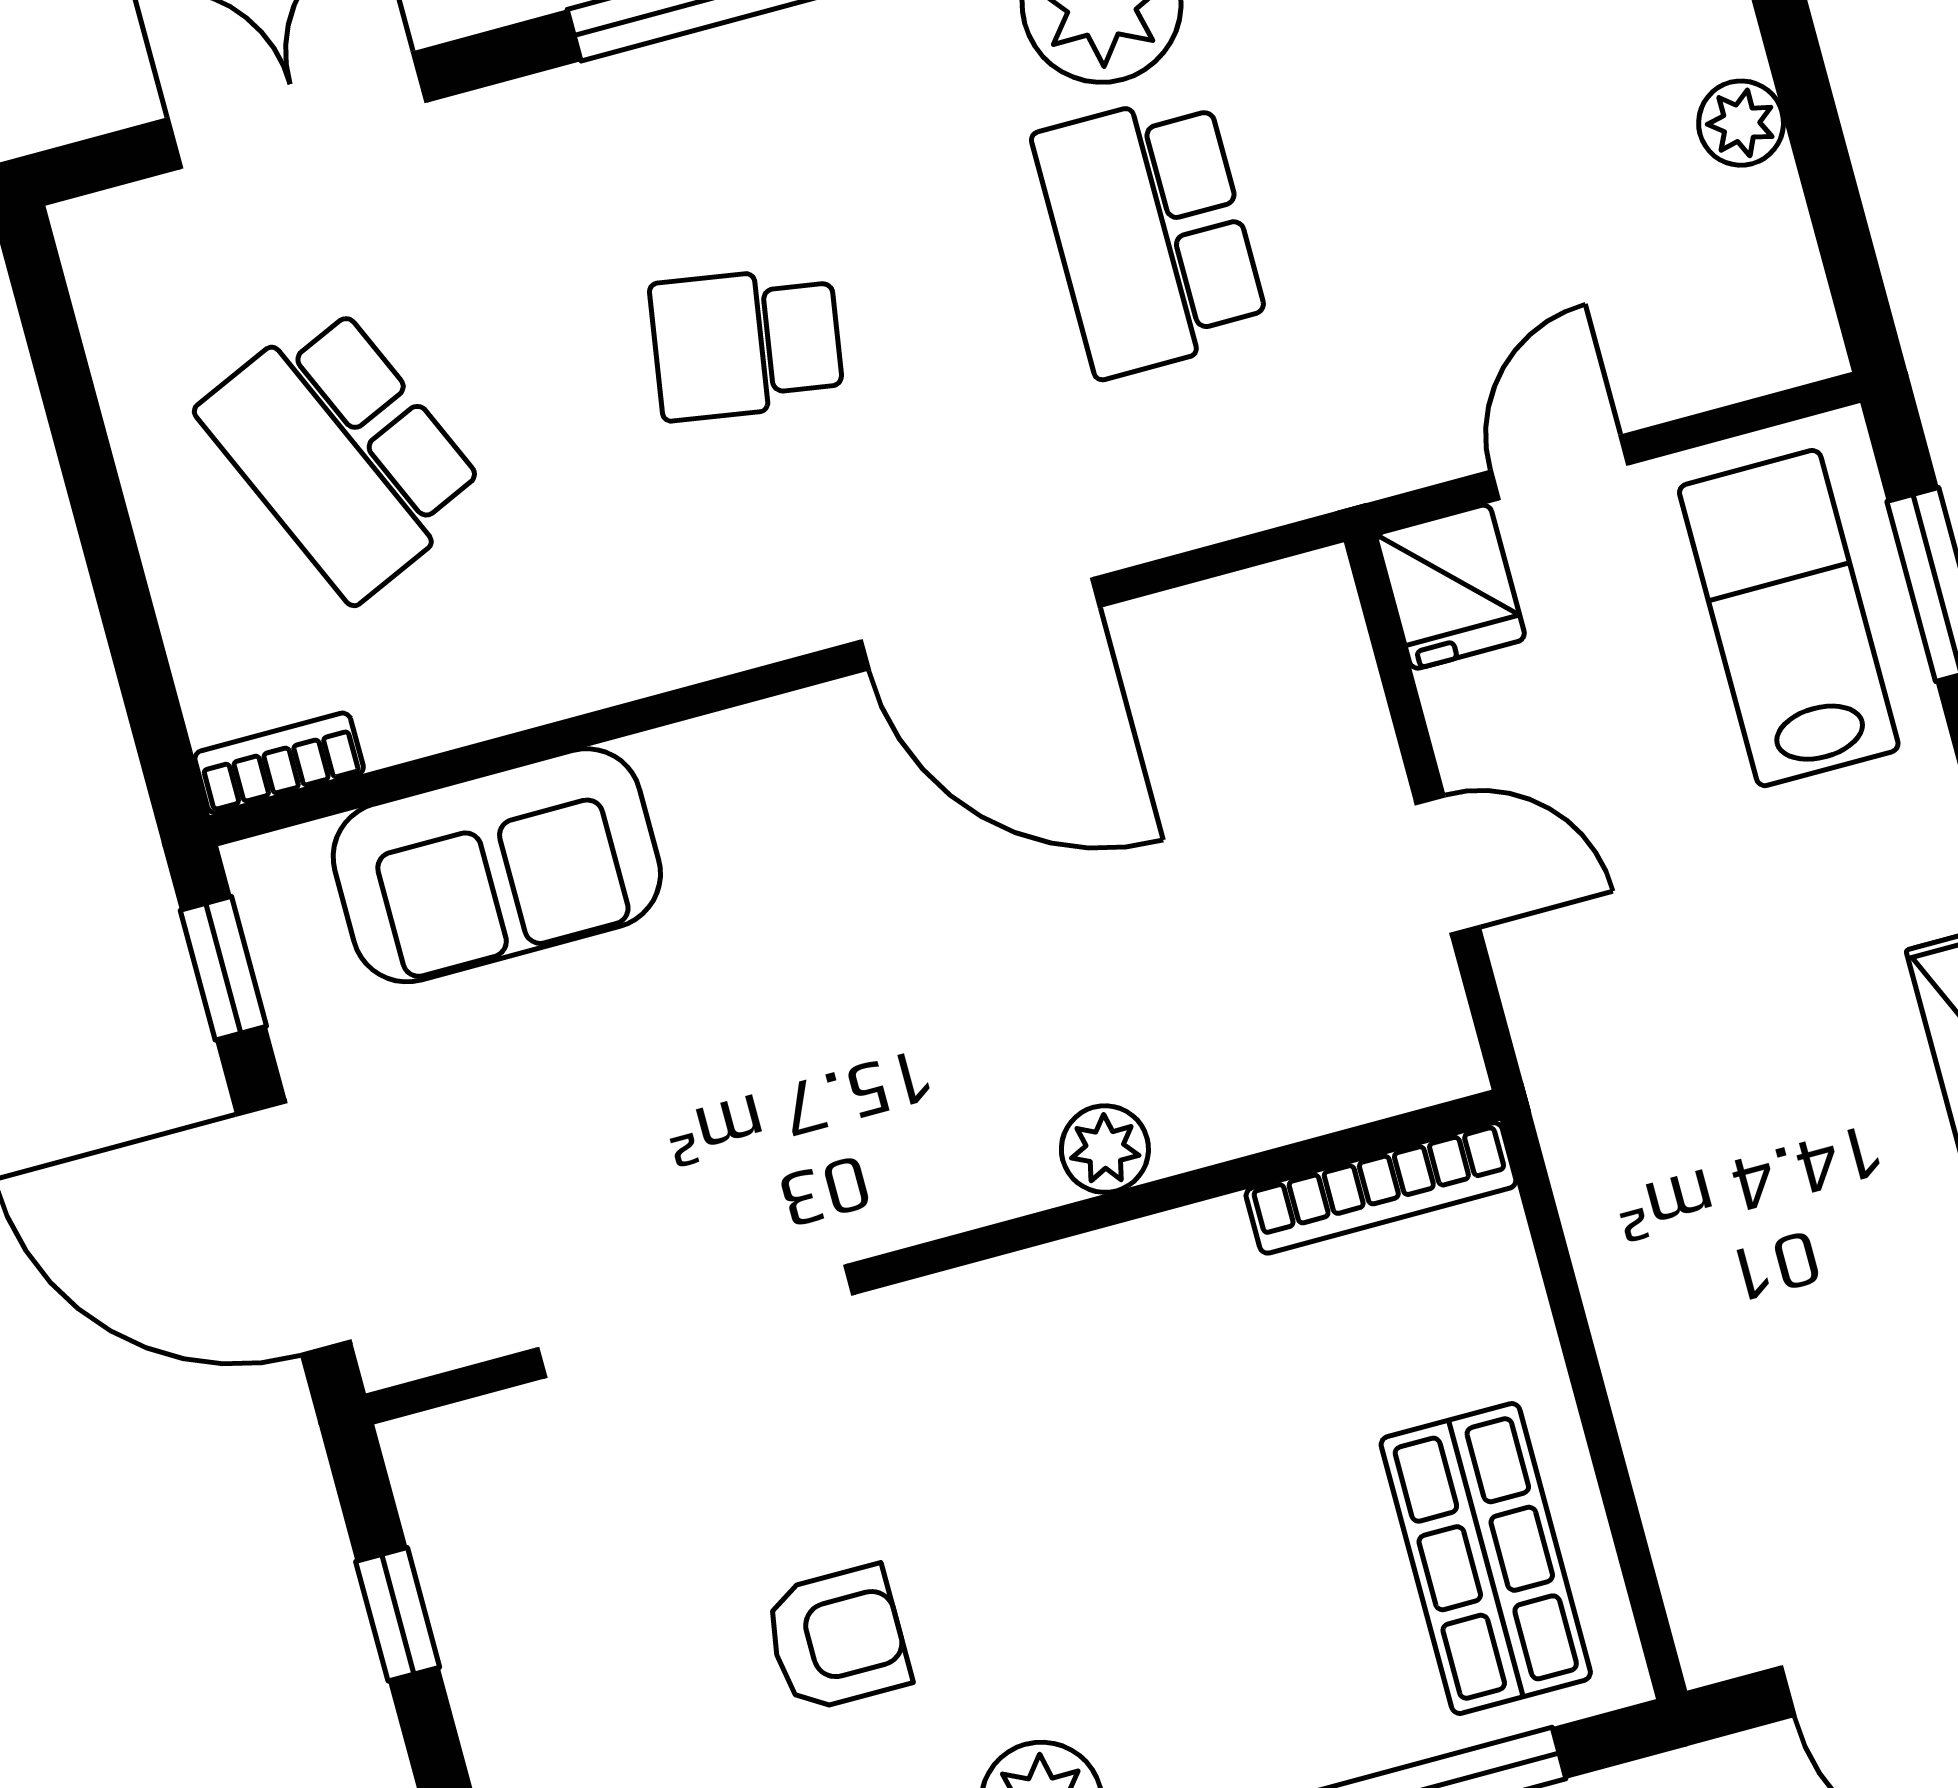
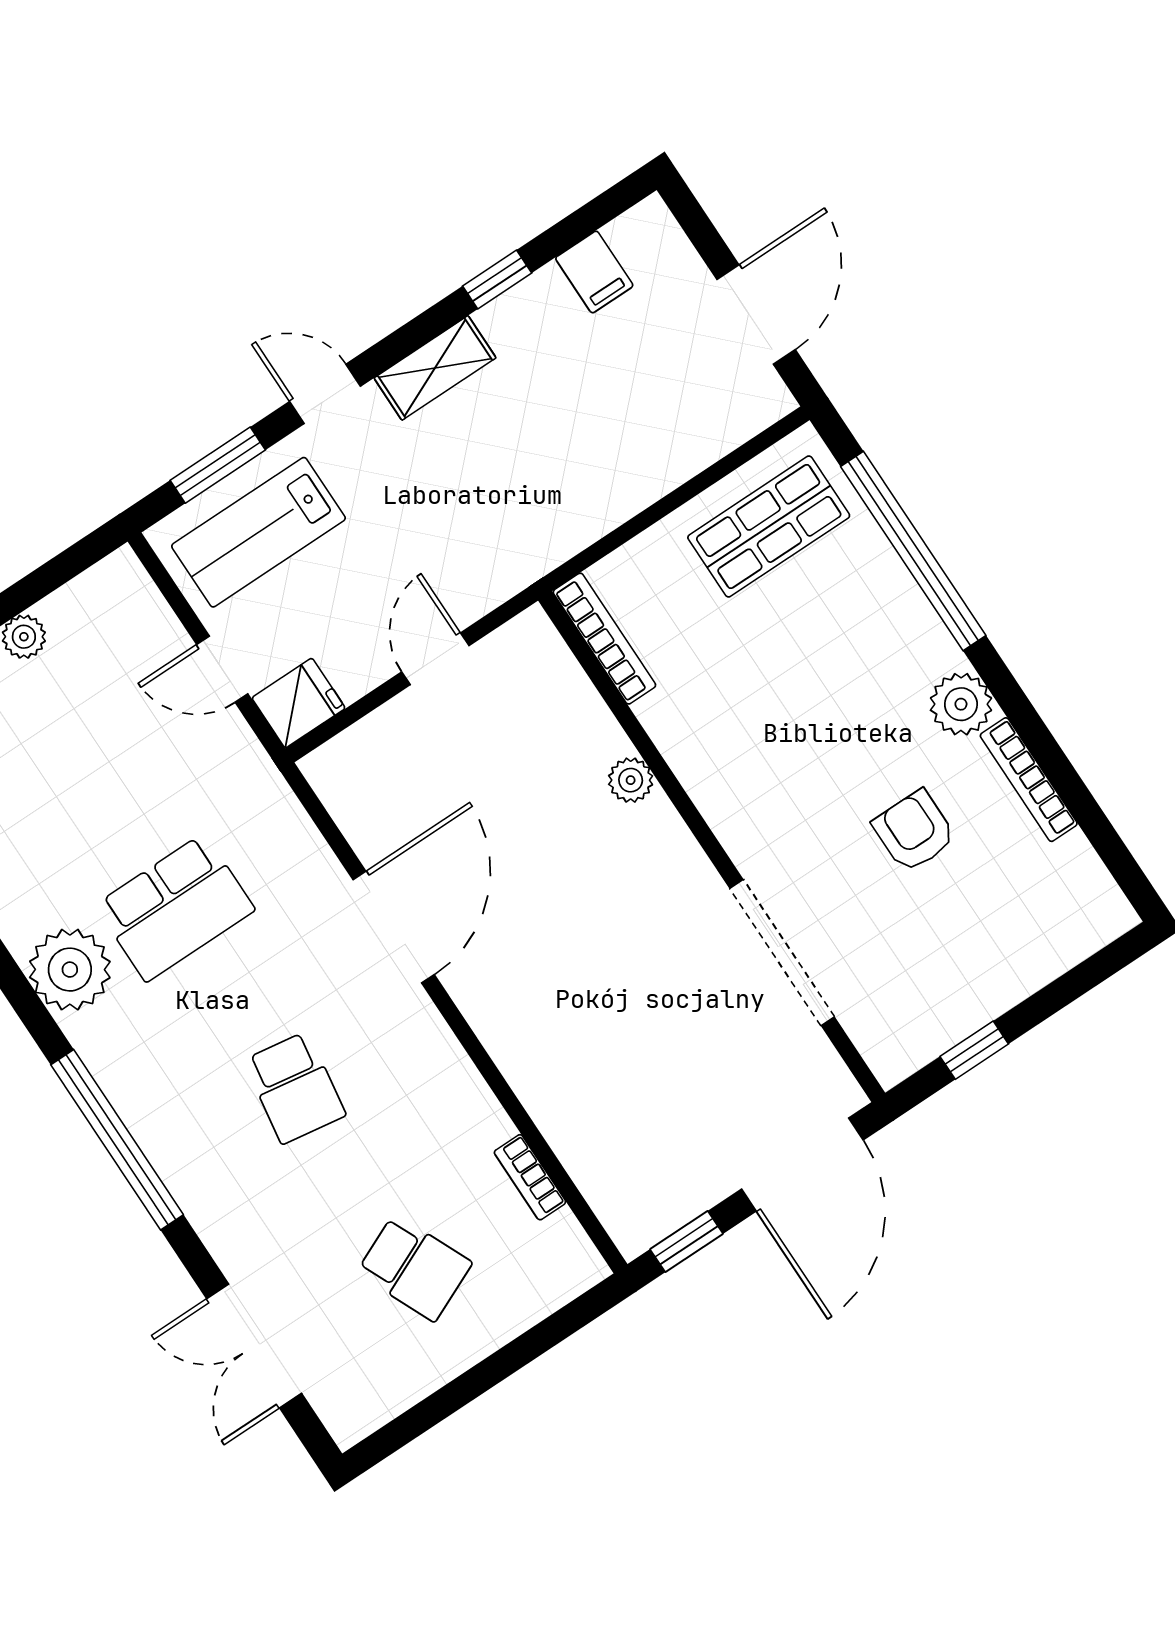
school desk: (342, 452) -> (414, 1268), width x0.54
bookcase: (279, 763) -> (530, 1177), moved
sofa: (497, 865) -> (591, 1124), removed

